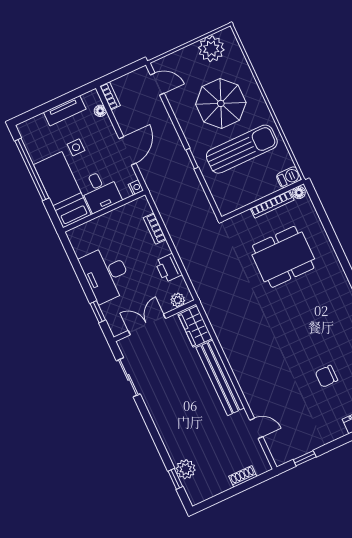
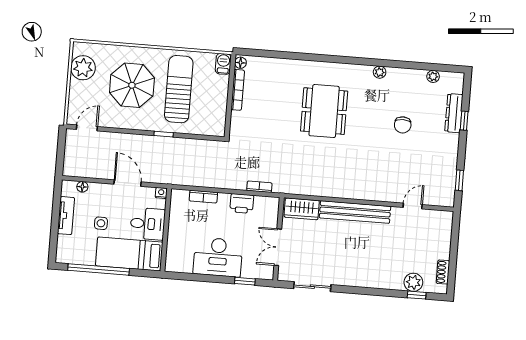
bookcase: (110, 96) -> (259, 187), moved
dining table: (283, 257) -> (324, 111), moved
plant: (178, 300) -> (272, 211), removed
shoe rack: (243, 476) -> (443, 272), moved

